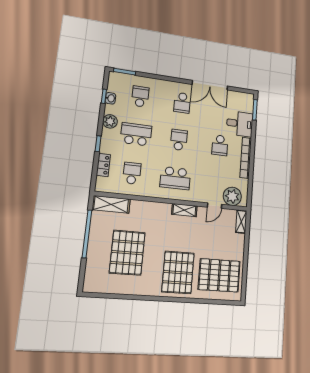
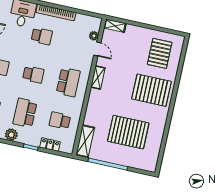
school desk: (179, 140) -> (33, 74), turned 180
plant: (232, 196) -> (94, 36), width x0.53, depth x0.53
pallet: (219, 275) -> (160, 53), width x0.73, depth x0.71

